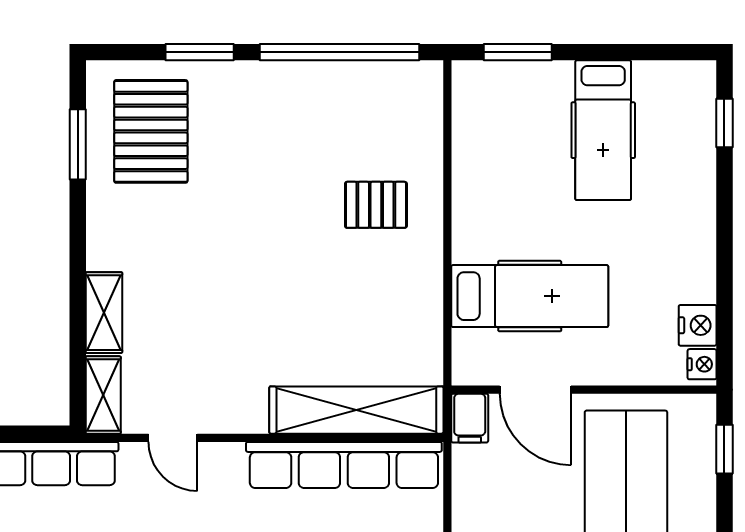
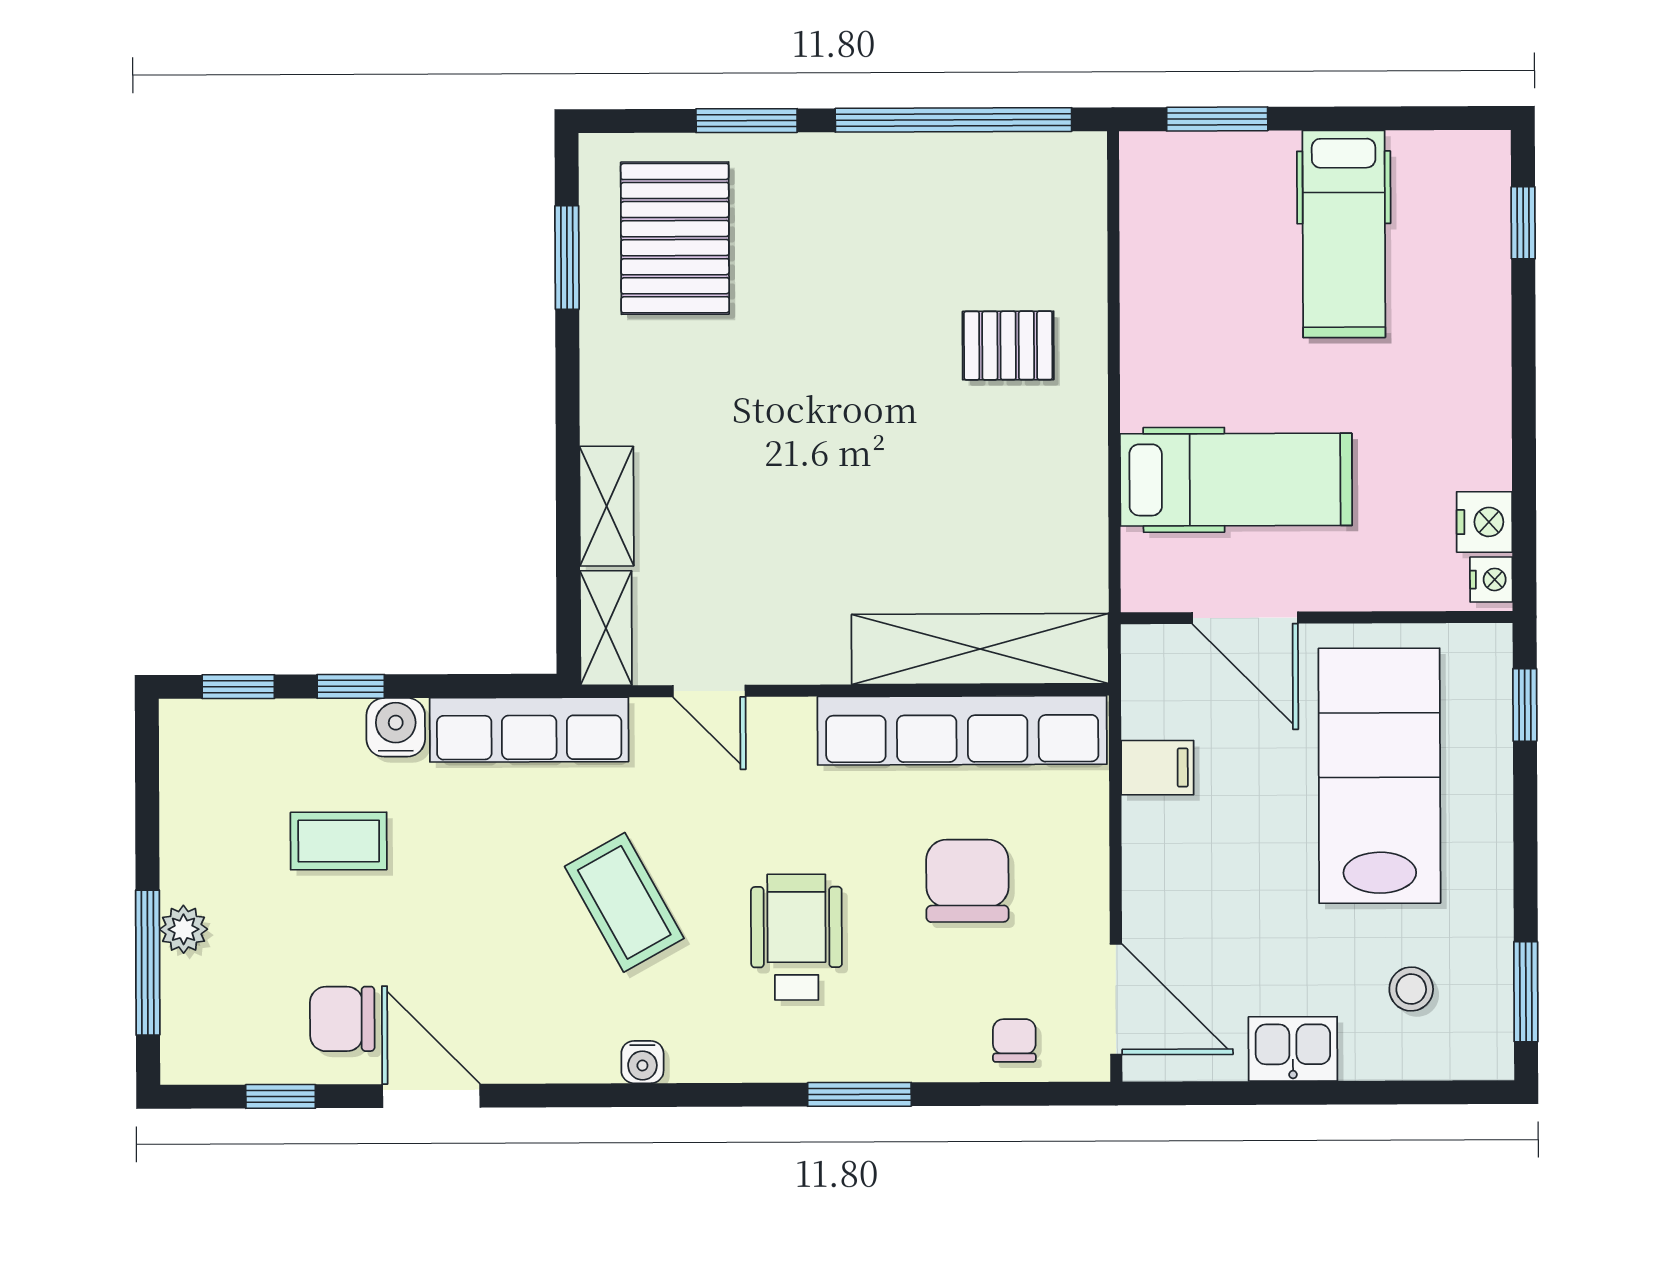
filing cabinet: (470, 418) -> (1157, 768), moved, turned -90

